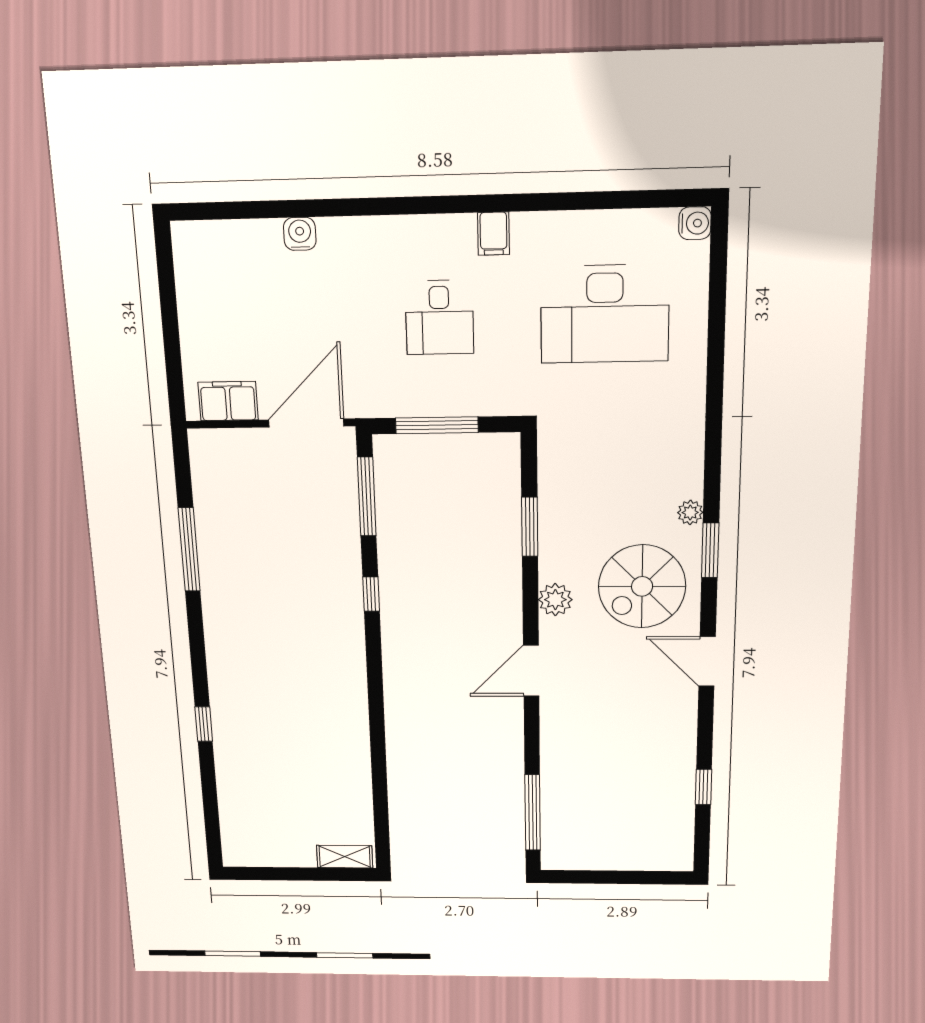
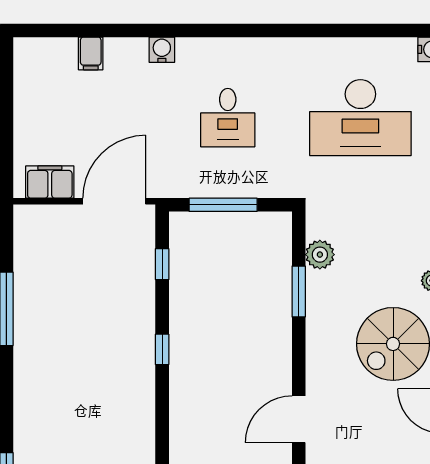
water cooler: (300, 234) -> (162, 50), moved
filing cabinet: (494, 234) -> (91, 53), moved
window: (367, 497) -> (162, 264), width x0.46
plant: (555, 600) -> (320, 255), moved

